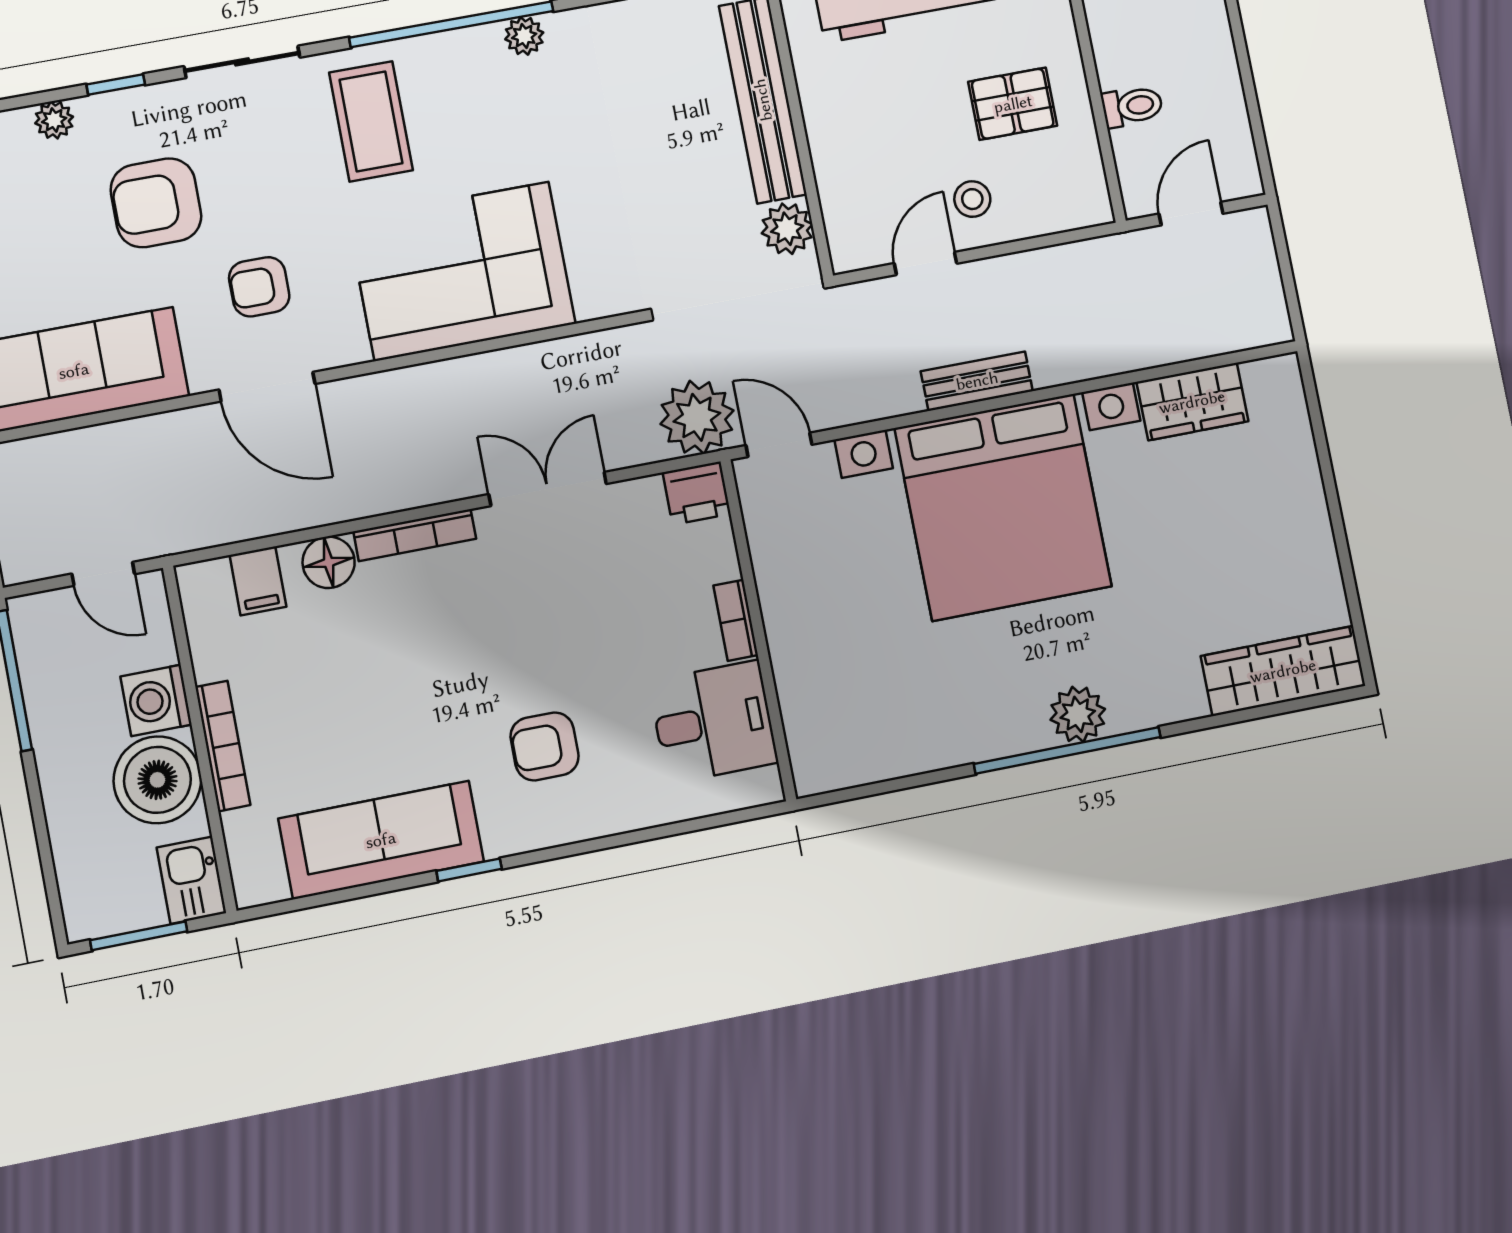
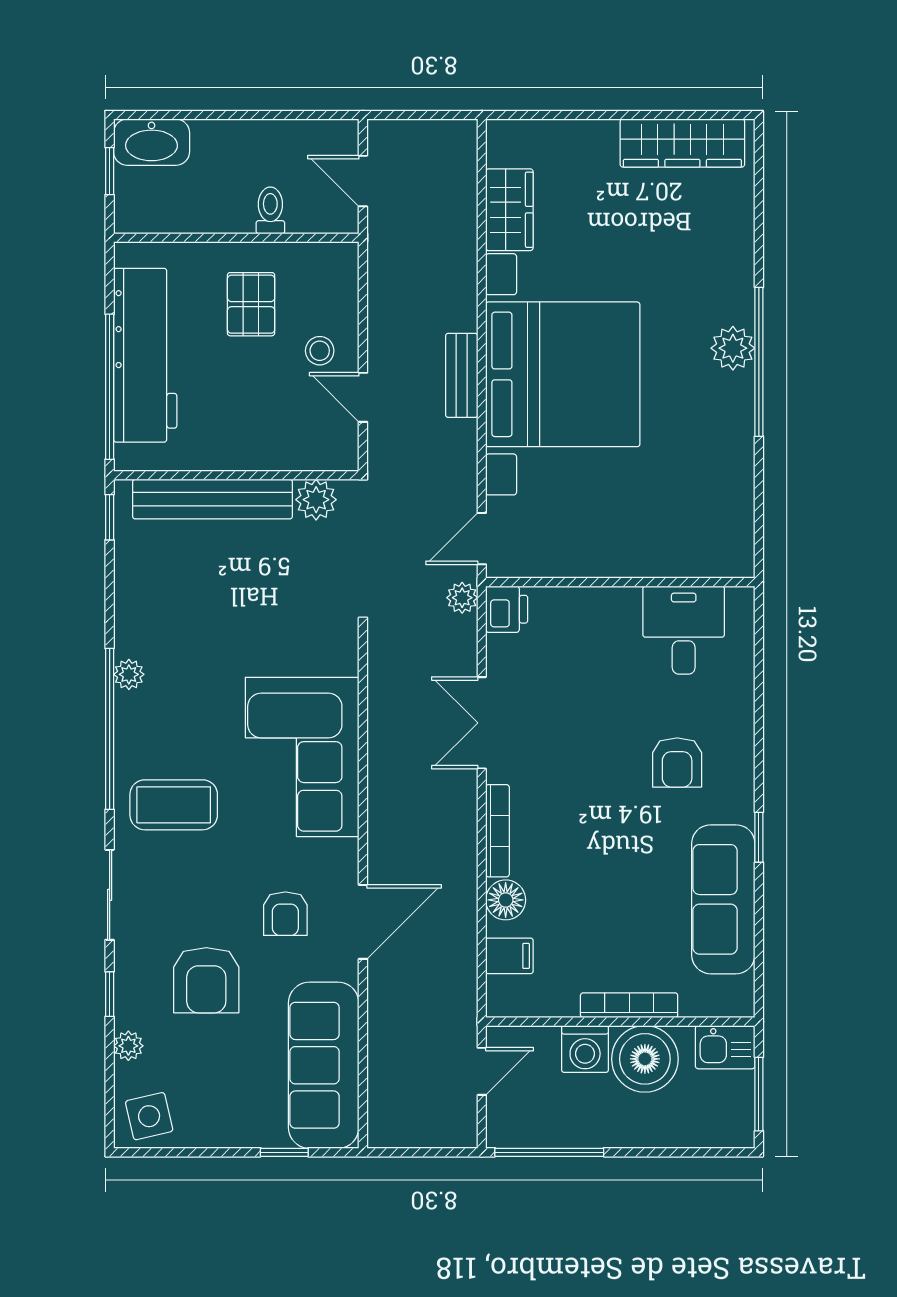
plant: (697, 417) -> (462, 598), width x0.53, depth x0.53
bookcase: (736, 620) -> (610, 598), removed
wardrobe: (1283, 671) -> (682, 143), moved, turned -90

